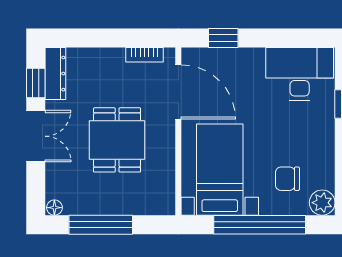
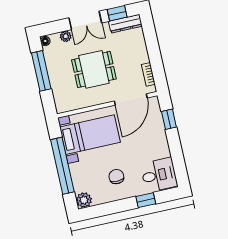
desk: (300, 74) -> (159, 175), width x0.73
plant: (54, 173) -> (66, 36), added
chair: (287, 179) -> (116, 177), moved

